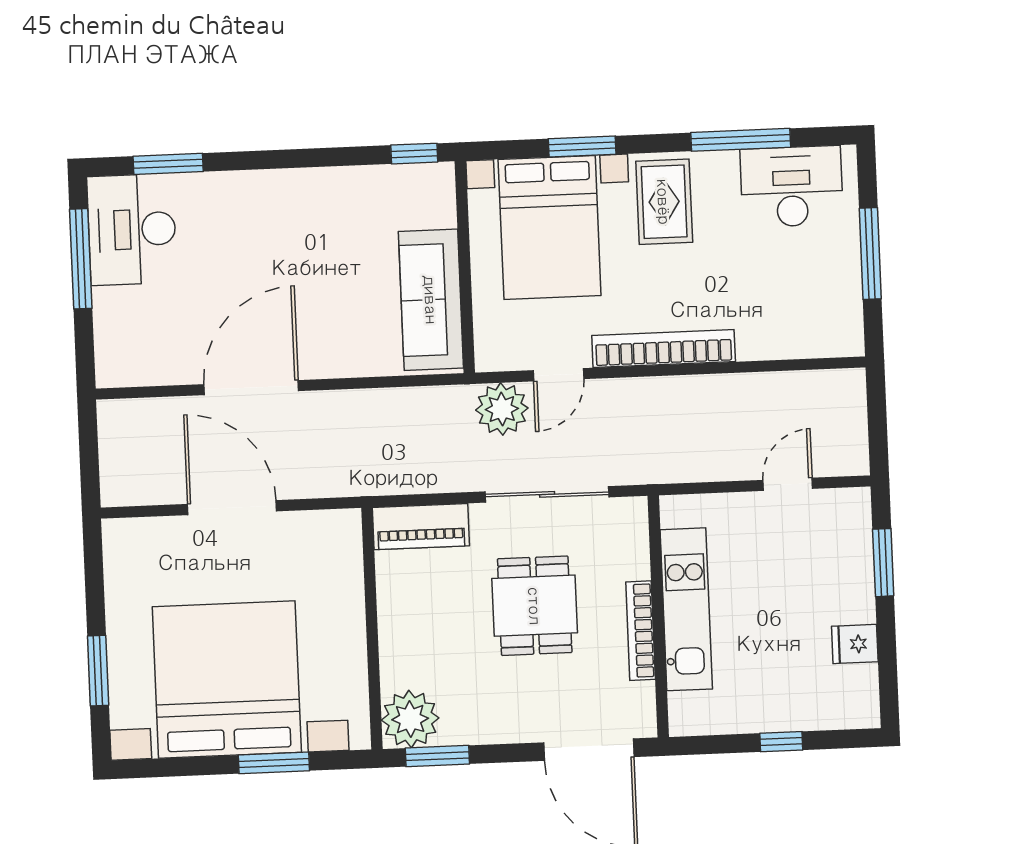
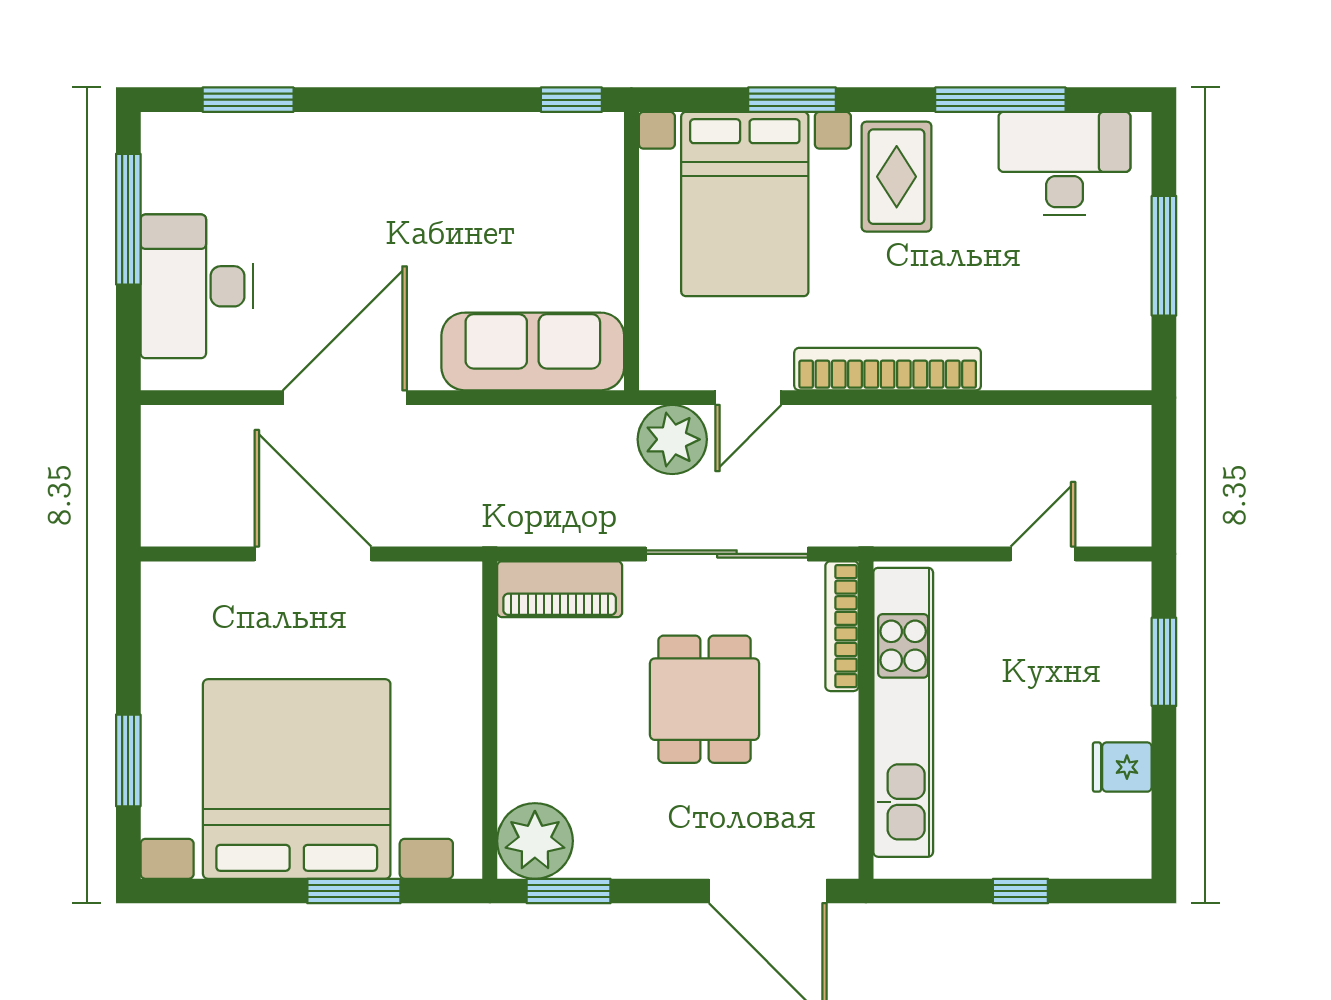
desk: (132, 229) -> (197, 286), moved
sofa: (431, 300) -> (533, 351), moved, turned 90
kitchen unit: (686, 609) -> (903, 712), width x1.36
bookcase: (641, 631) -> (842, 626), moved

